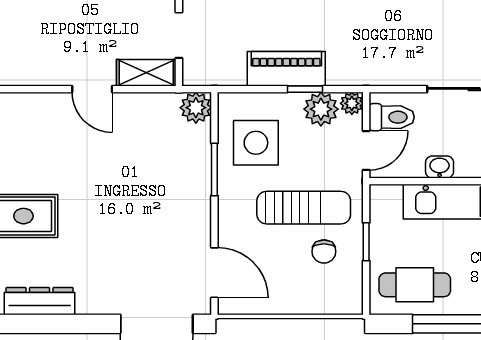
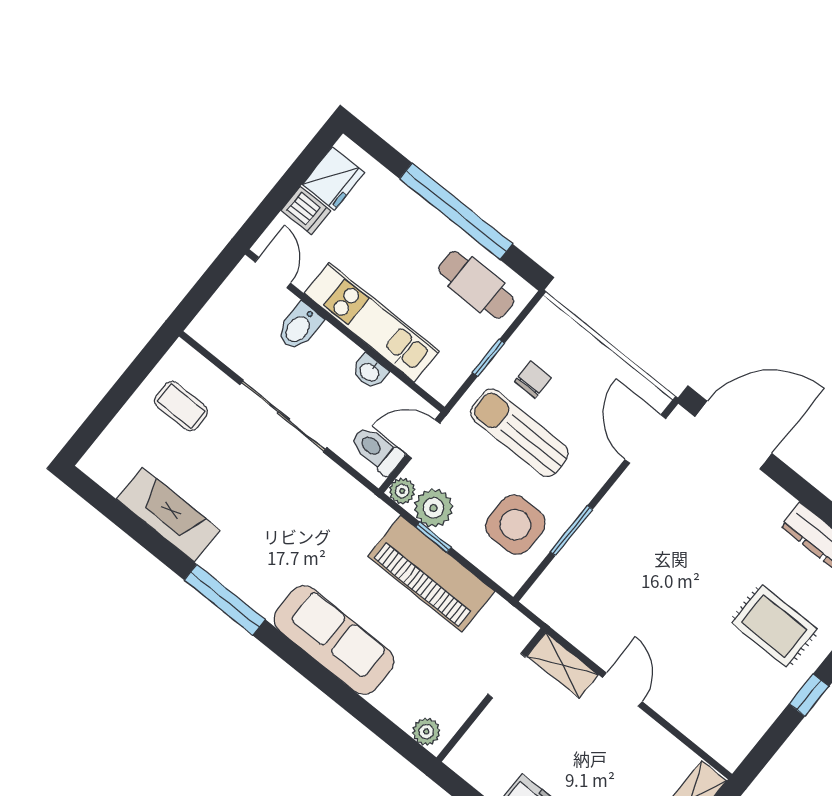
piano: (286, 69) -> (431, 574), width x1.37, depth x1.33
plant: (196, 108) -> (544, 599), removed

